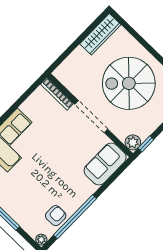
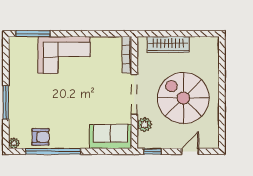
wardrobe: (100, 34) -> (168, 45), moved
plant: (133, 142) -> (145, 125), moved

